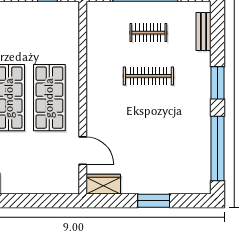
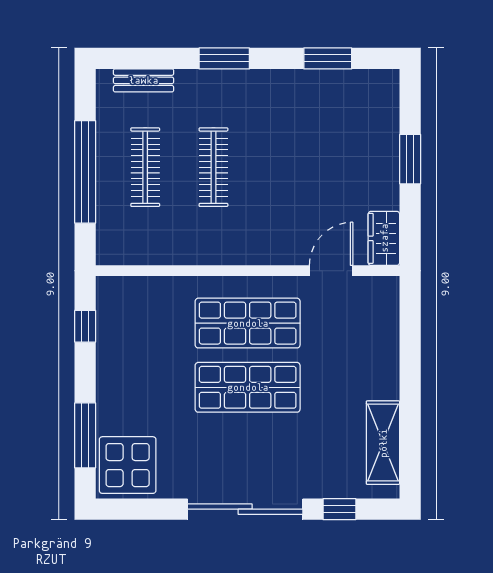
clothes rail: (148, 33) -> (145, 167), width x1.36
window: (217, 148) -> (328, 58), width x0.47

